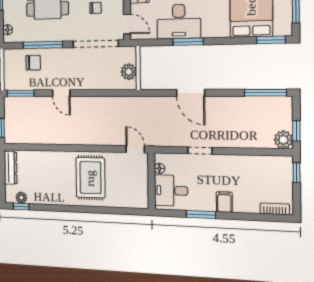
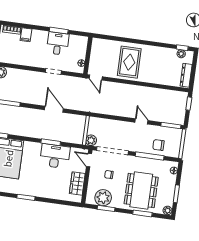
plant: (129, 72) -> (91, 140), moved
desk: (171, 191) -> (58, 44), moved, turned -90
filing cabinet: (224, 202) -> (26, 35), moved

